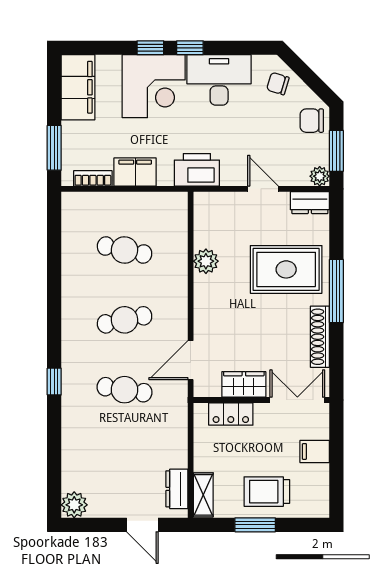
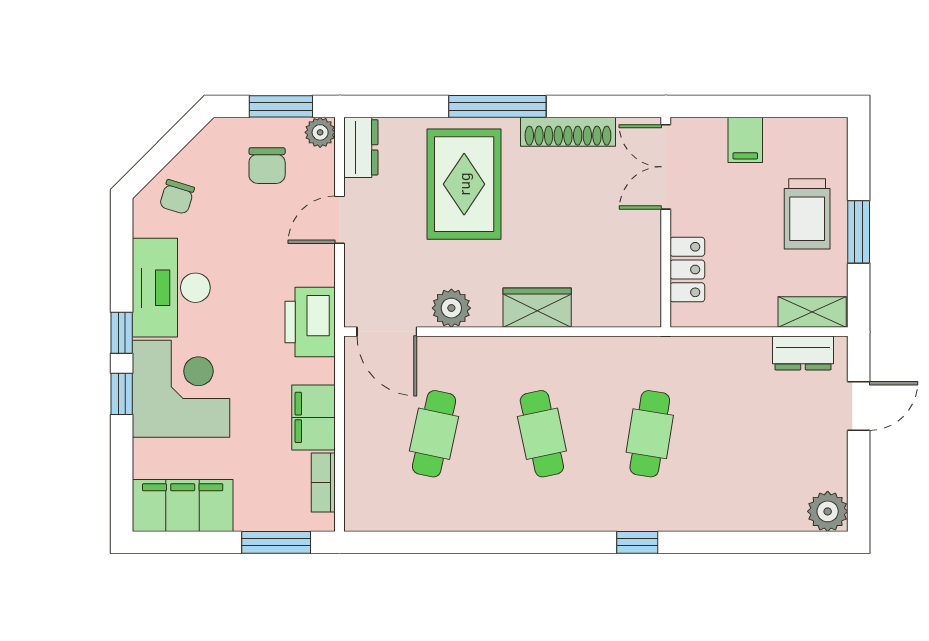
chair: (312, 121) -> (267, 166), moved
door: (191, 360) -> (387, 332), moved
wardrobe: (244, 384) -> (537, 308), moved, turned 90

